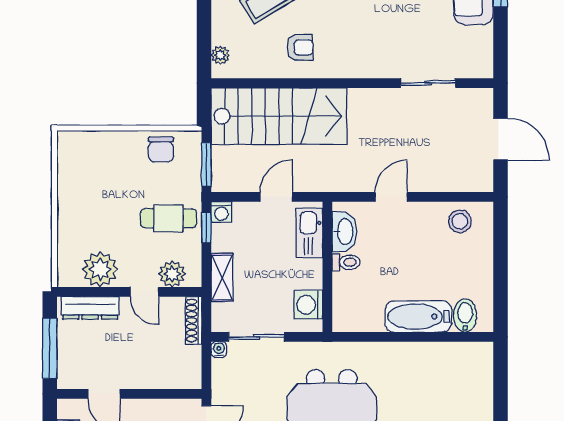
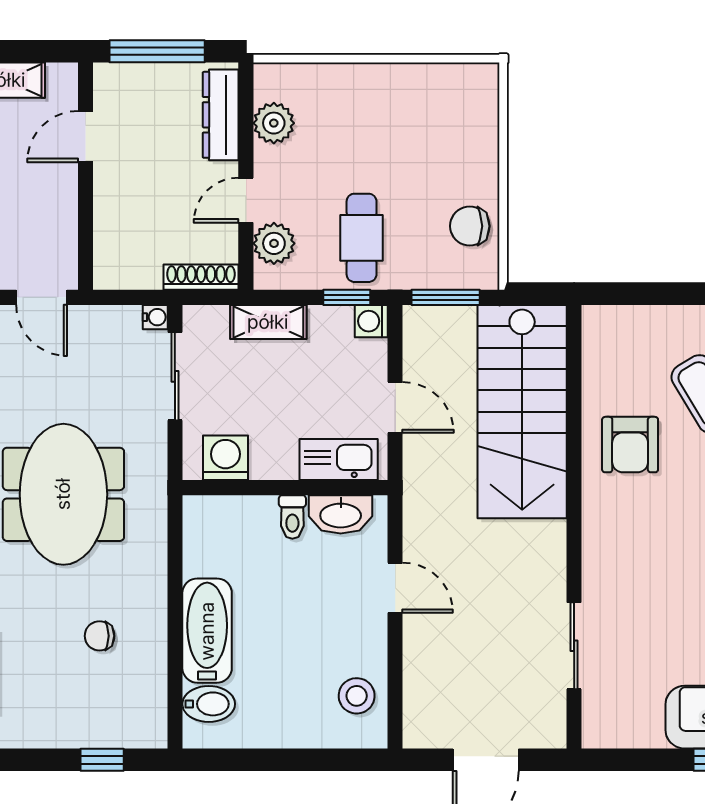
armchair: (300, 47) -> (630, 445), width x1.38, depth x1.38
plant: (220, 55) -> (618, 319), removed
plant: (100, 269) -> (274, 123), width x0.73, depth x0.73
window: (501, 383) -> (102, 760), added
chair: (422, 385) -> (100, 636), added

